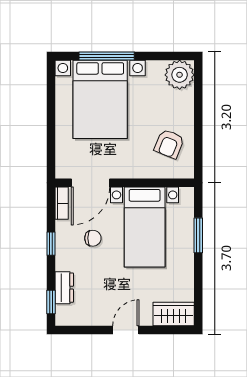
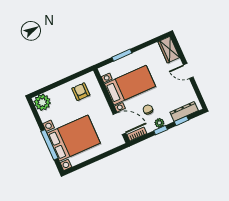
armchair: (169, 144) -> (81, 92), turned -112
plant: (63, 247) -> (159, 123), added
dresser: (64, 288) -> (184, 111), width x1.44
window: (51, 302) -> (181, 121), moved

